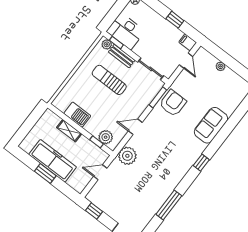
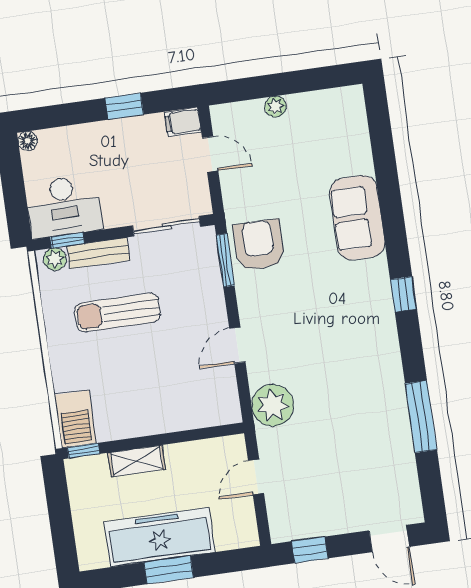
barbecue: (77, 115) -> (75, 419), moved, turned 90
plant: (106, 137) -> (206, 411), removed
window: (96, 142) -> (84, 451), moved

